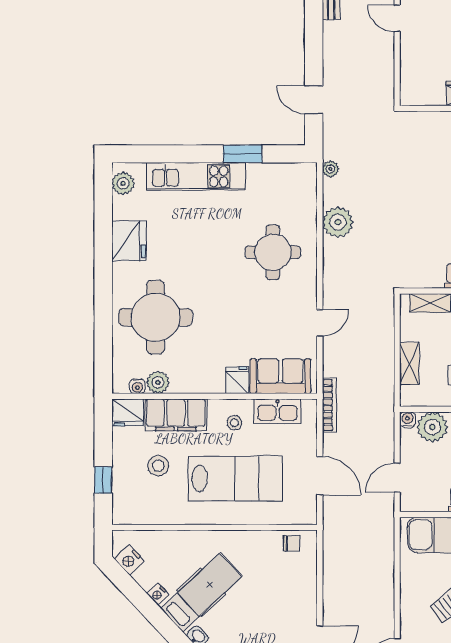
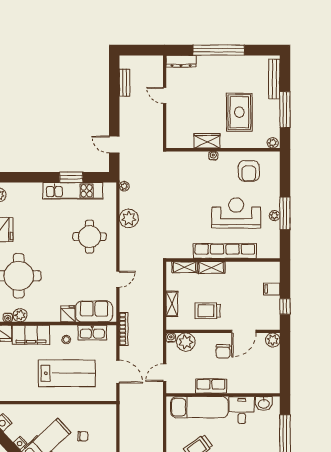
kitchen unit: (196, 176) -> (73, 191), moved
stool: (158, 466) -> (20, 365), removed
chair: (292, 543) -> (83, 436), moved

